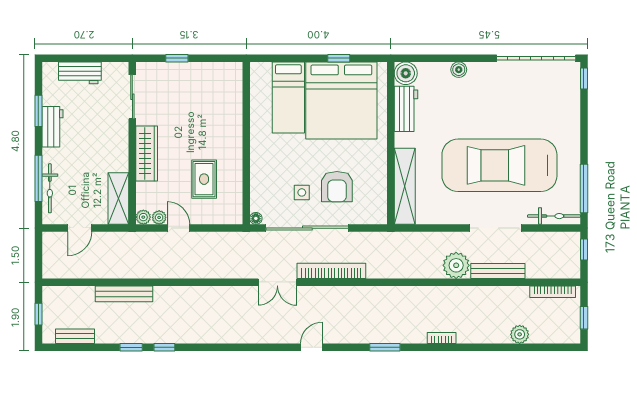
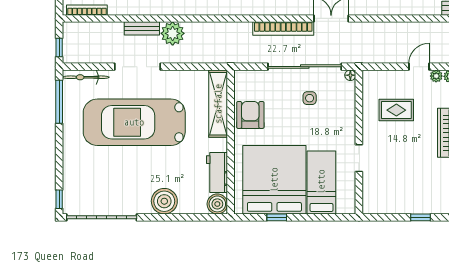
boiler: (459, 70) -> (164, 201), width x1.86, depth x1.86
doorway: (246, 125) -> (359, 158), added
car: (499, 165) -> (134, 122), turned 180
rug: (204, 179) -> (396, 110), turned 90
armchair: (337, 187) -> (250, 115), moved
door: (178, 228) -> (419, 67), swing flipped
bench: (498, 271) -> (142, 28), width x0.73

